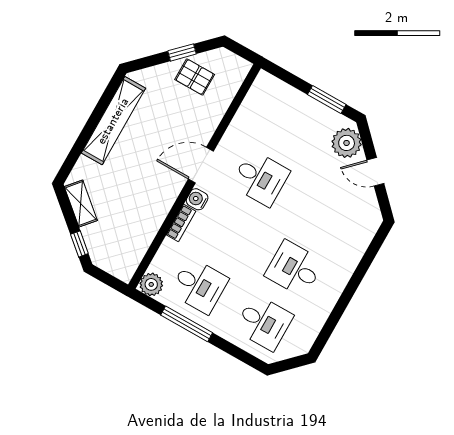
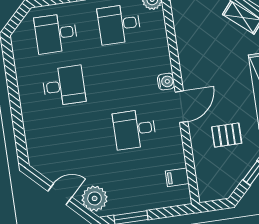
pallet: (195, 77) -> (227, 135), moved
filing cabinet: (255, 103) -> (177, 177), added
bookcase: (181, 223) -> (164, 57), removed

